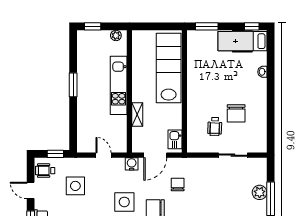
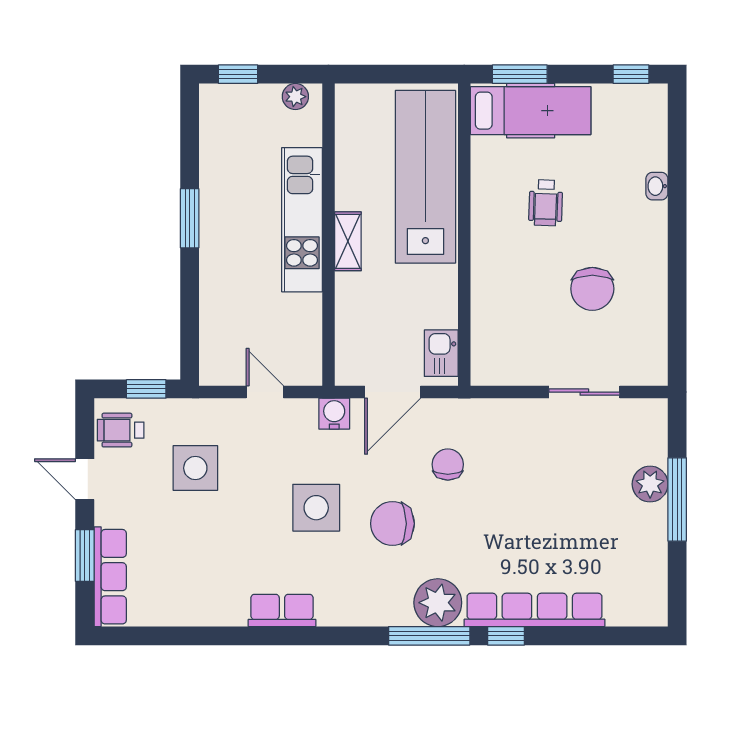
hospital bed: (242, 41) -> (531, 111), moved, turned 180
shelving: (137, 114) -> (348, 241), moved
wheelchair: (215, 127) -> (546, 203), moved

